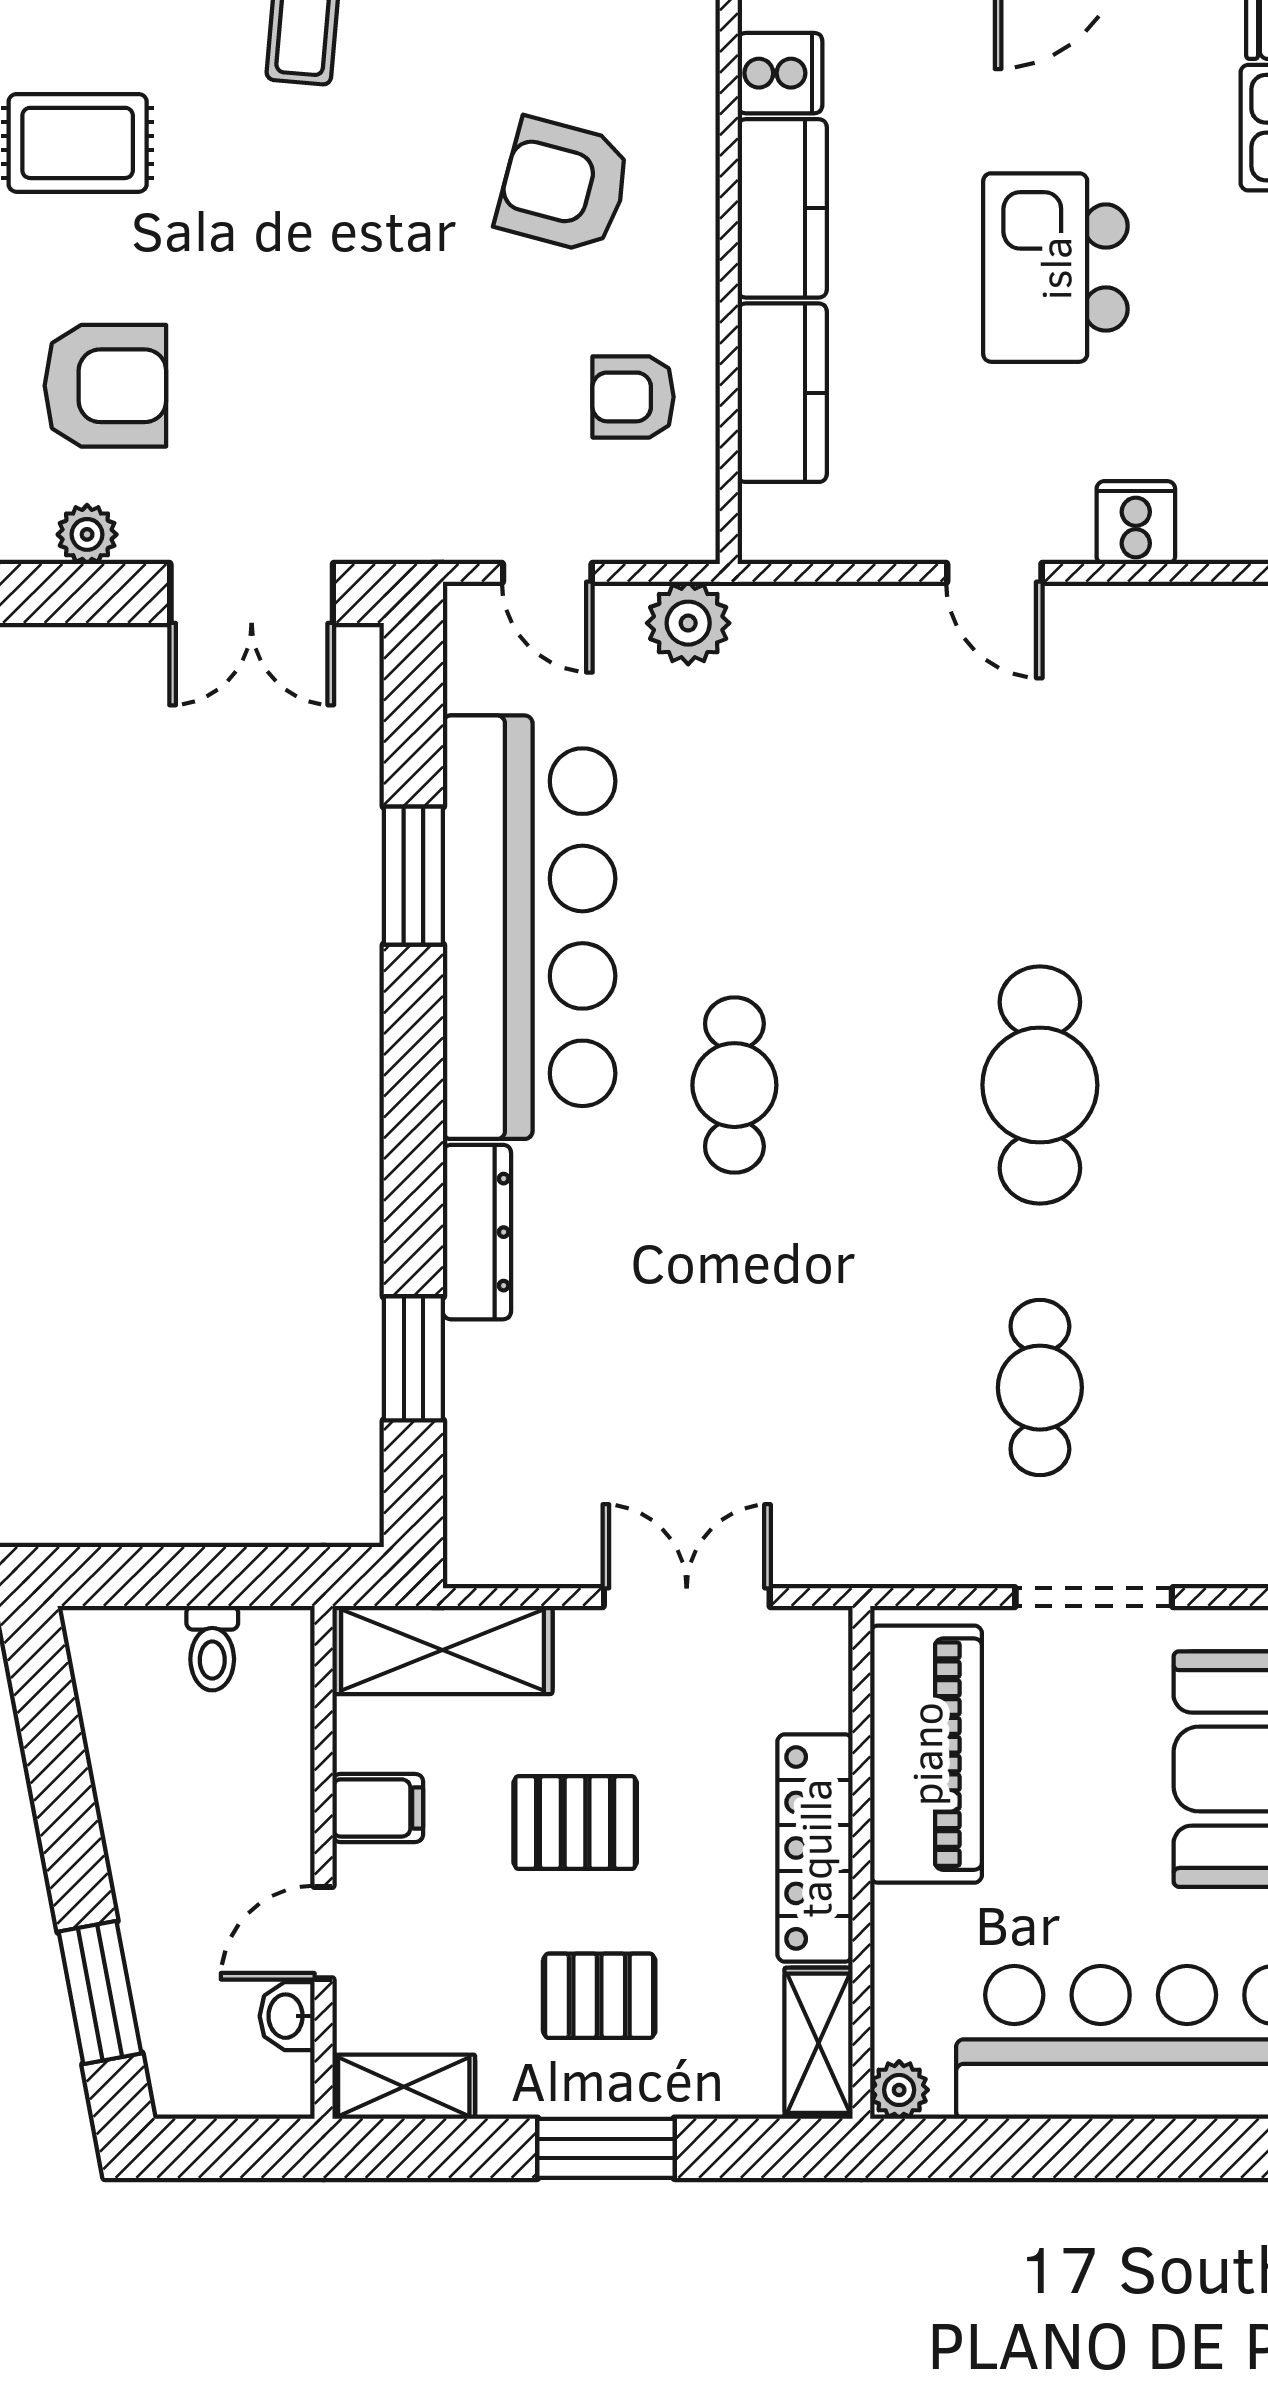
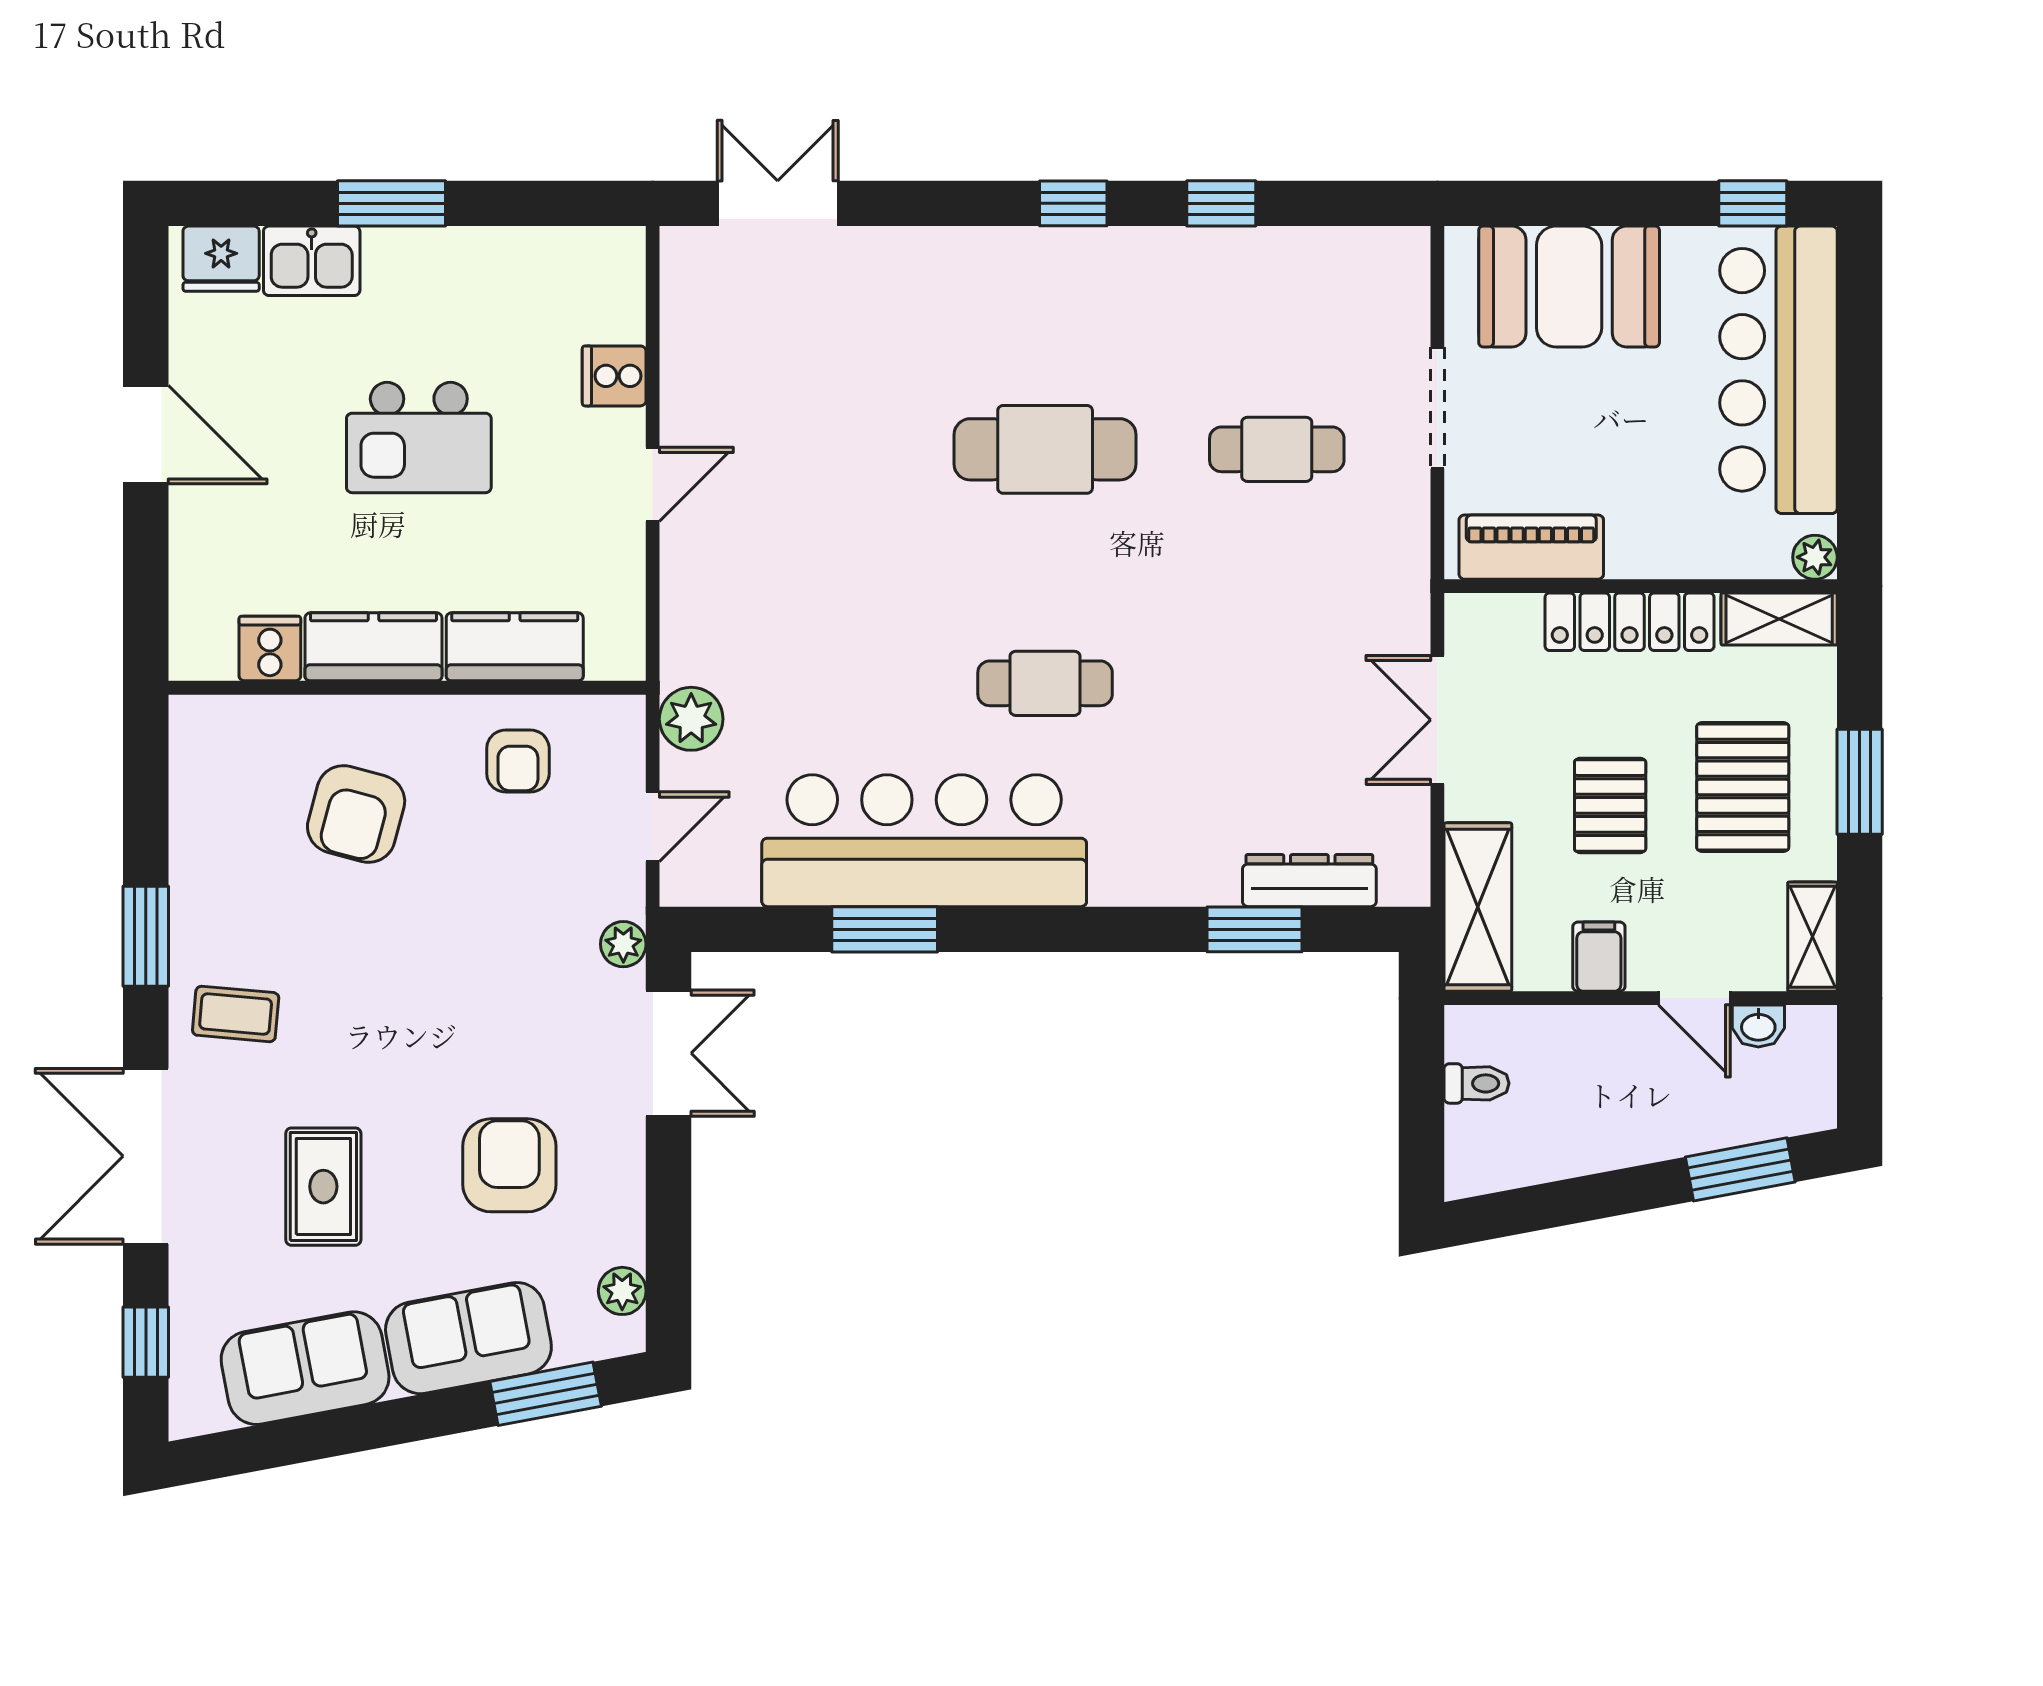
plant: (87, 534) -> (623, 944), moved
dresser: (477, 1232) -> (1309, 881), moved
piano: (926, 1754) -> (1531, 547), width x0.73, depth x0.75
pallet: (599, 1996) -> (1743, 787), width x1.50, depth x1.42

